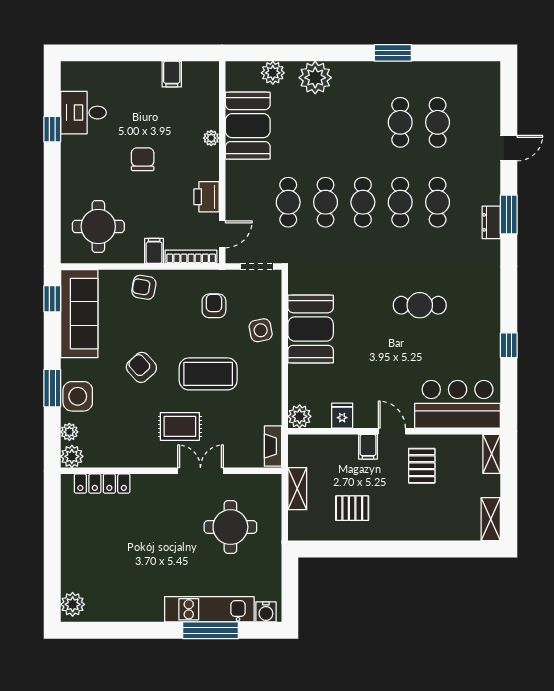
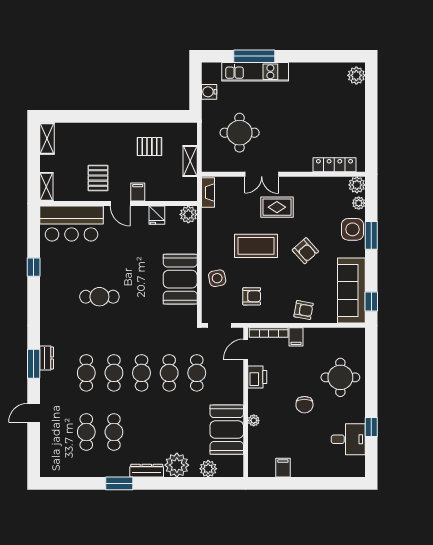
dresser: (356, 70) -> (147, 471), added
round table: (98, 227) -> (340, 377), moved
armchair: (214, 306) -> (252, 296), turned -90
water cooler: (266, 612) -> (209, 92), moved, turned -90

